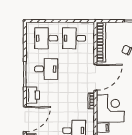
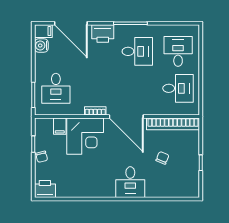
desk: (74, 38) -> (178, 88), turned 90
desk: (46, 69) -> (137, 51), turned -90

